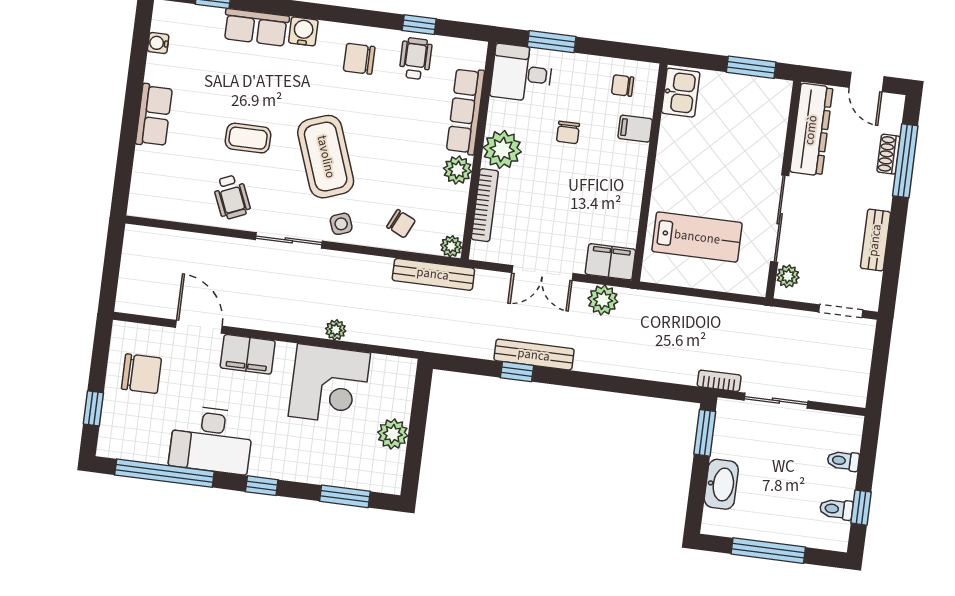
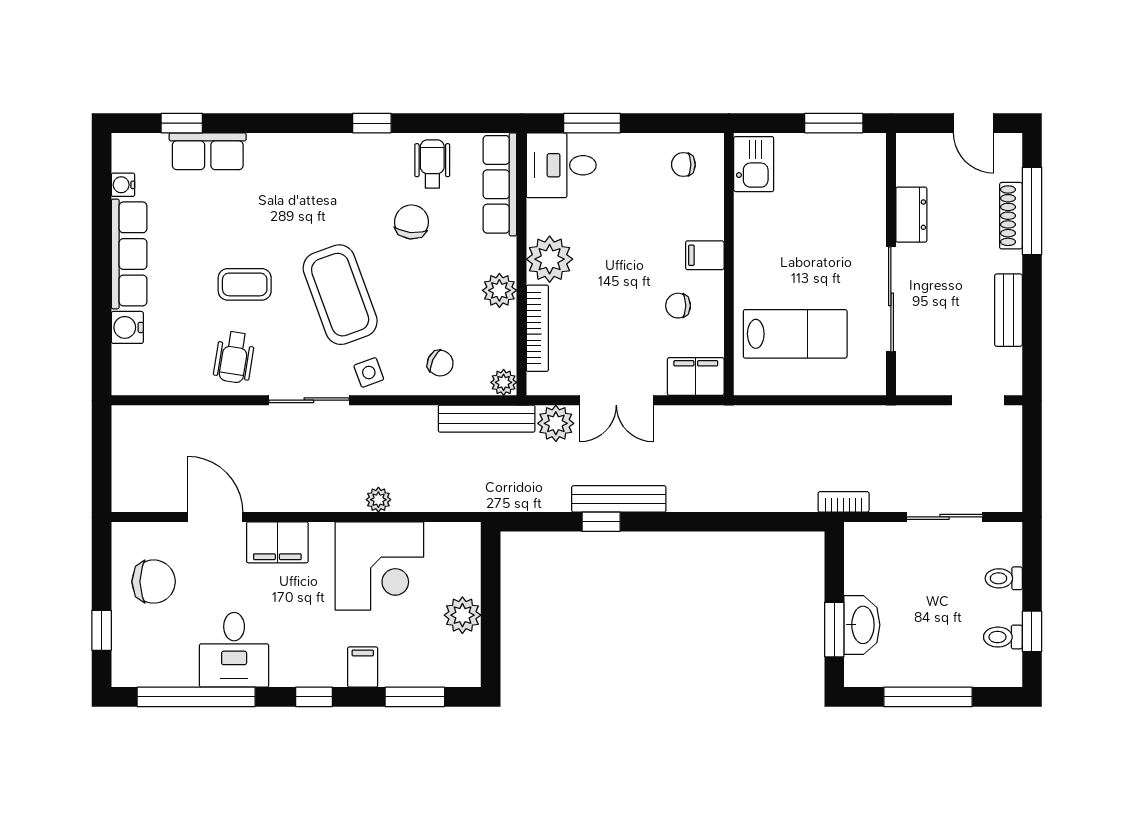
window: (419, 25) -> (372, 123), moved
row of seats: (256, 27) -> (208, 151), moved
water cooler: (303, 31) -> (127, 327), moved, turned -90
chair: (359, 59) -> (412, 222), moved, turned 96
row of seats: (465, 111) -> (500, 184), moved
row of seats: (154, 115) -> (129, 254), width x1.48
filing cabinet: (635, 129) -> (705, 255), moved
dresser: (811, 130) -> (911, 215), width x0.51, depth x0.80
chair: (568, 132) -> (678, 306), moved, turned 90
shoe rack: (889, 154) -> (1011, 216), width x1.43
wheelchair: (232, 197) -> (234, 357), turned 32
plant: (788, 276) -> (910, 367), removed
plant: (603, 300) -> (556, 423), moved
sliding door: (776, 401) -> (945, 517), moved
window: (705, 433) -> (834, 630), moved
desk: (211, 440) -> (234, 650), width x0.73
filing cabinet: (305, 466) -> (363, 667), added

